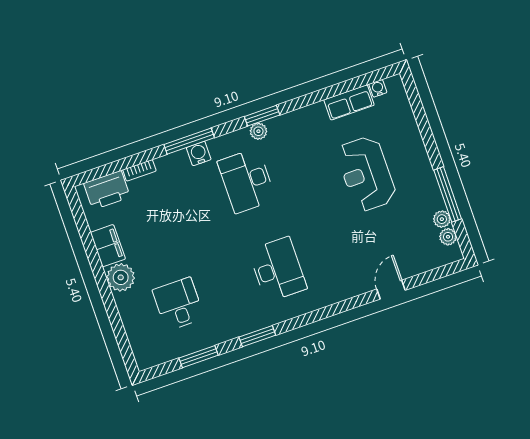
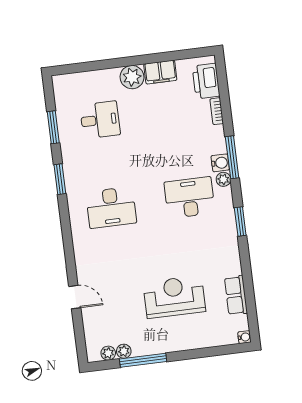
water cooler: (378, 88) -> (244, 337), moved
plant: (258, 131) -> (223, 179), moved

